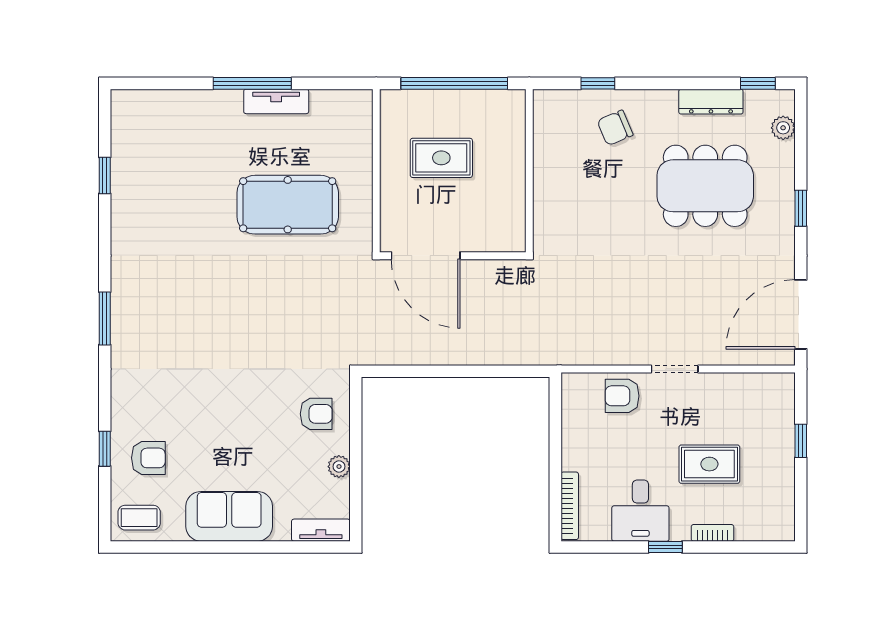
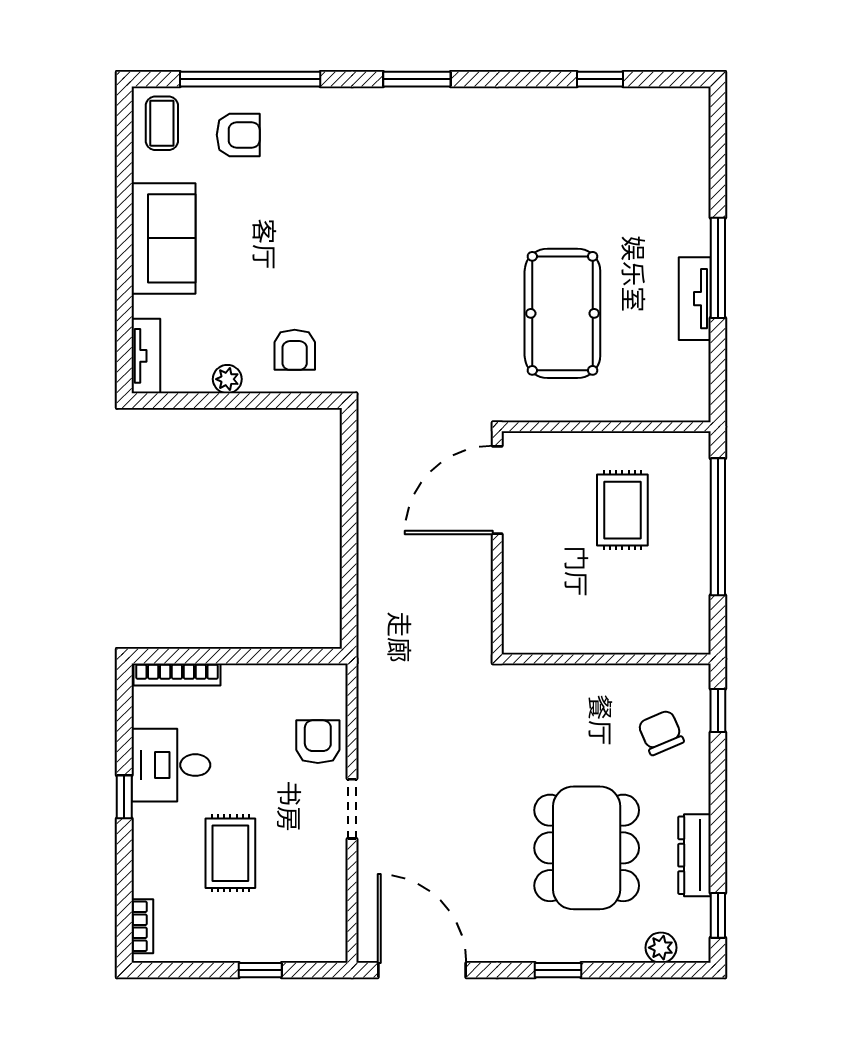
wall: (529, 171) -> (606, 659), moved
window: (105, 449) -> (250, 79), width x3.17
armchair: (148, 458) -> (238, 135), turned -90
bookcase: (712, 533) -> (142, 926), moved

